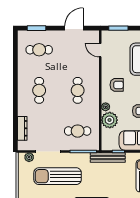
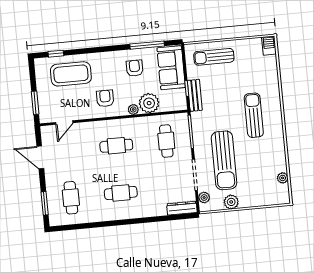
dresser: (22, 128) -> (182, 208), moved
bench: (108, 158) -> (195, 95), width x0.73
plant: (23, 179) -> (231, 202), added

